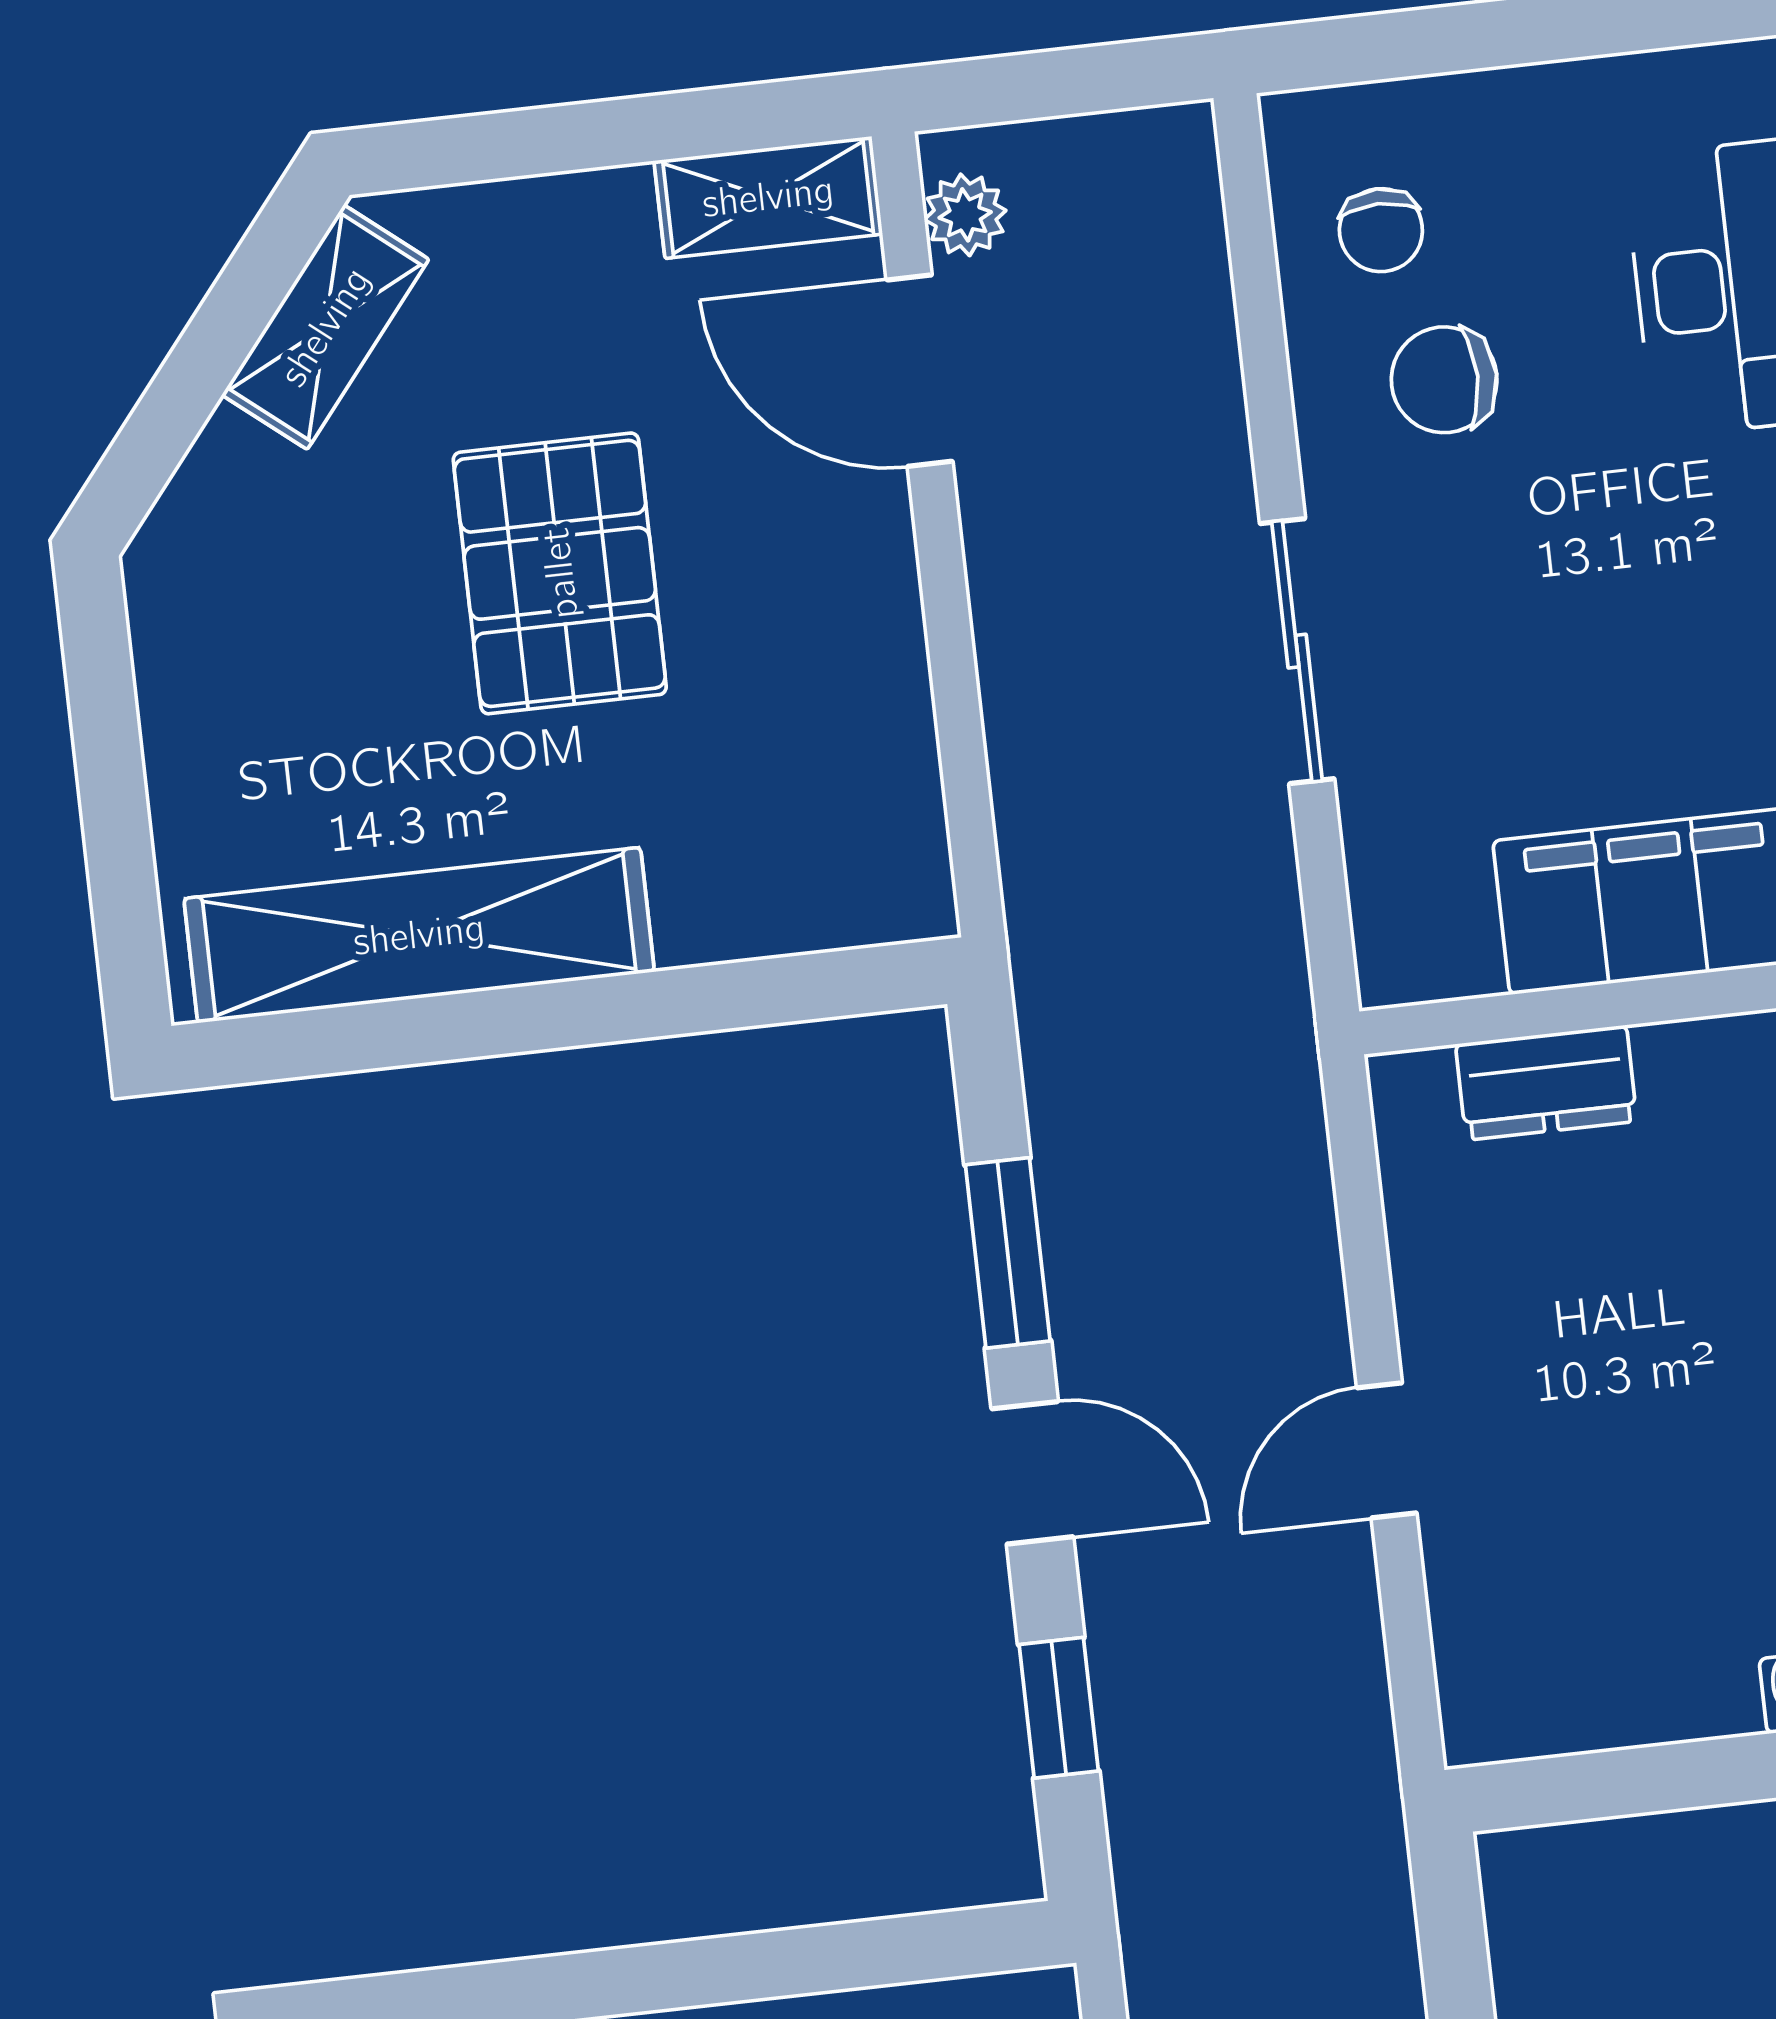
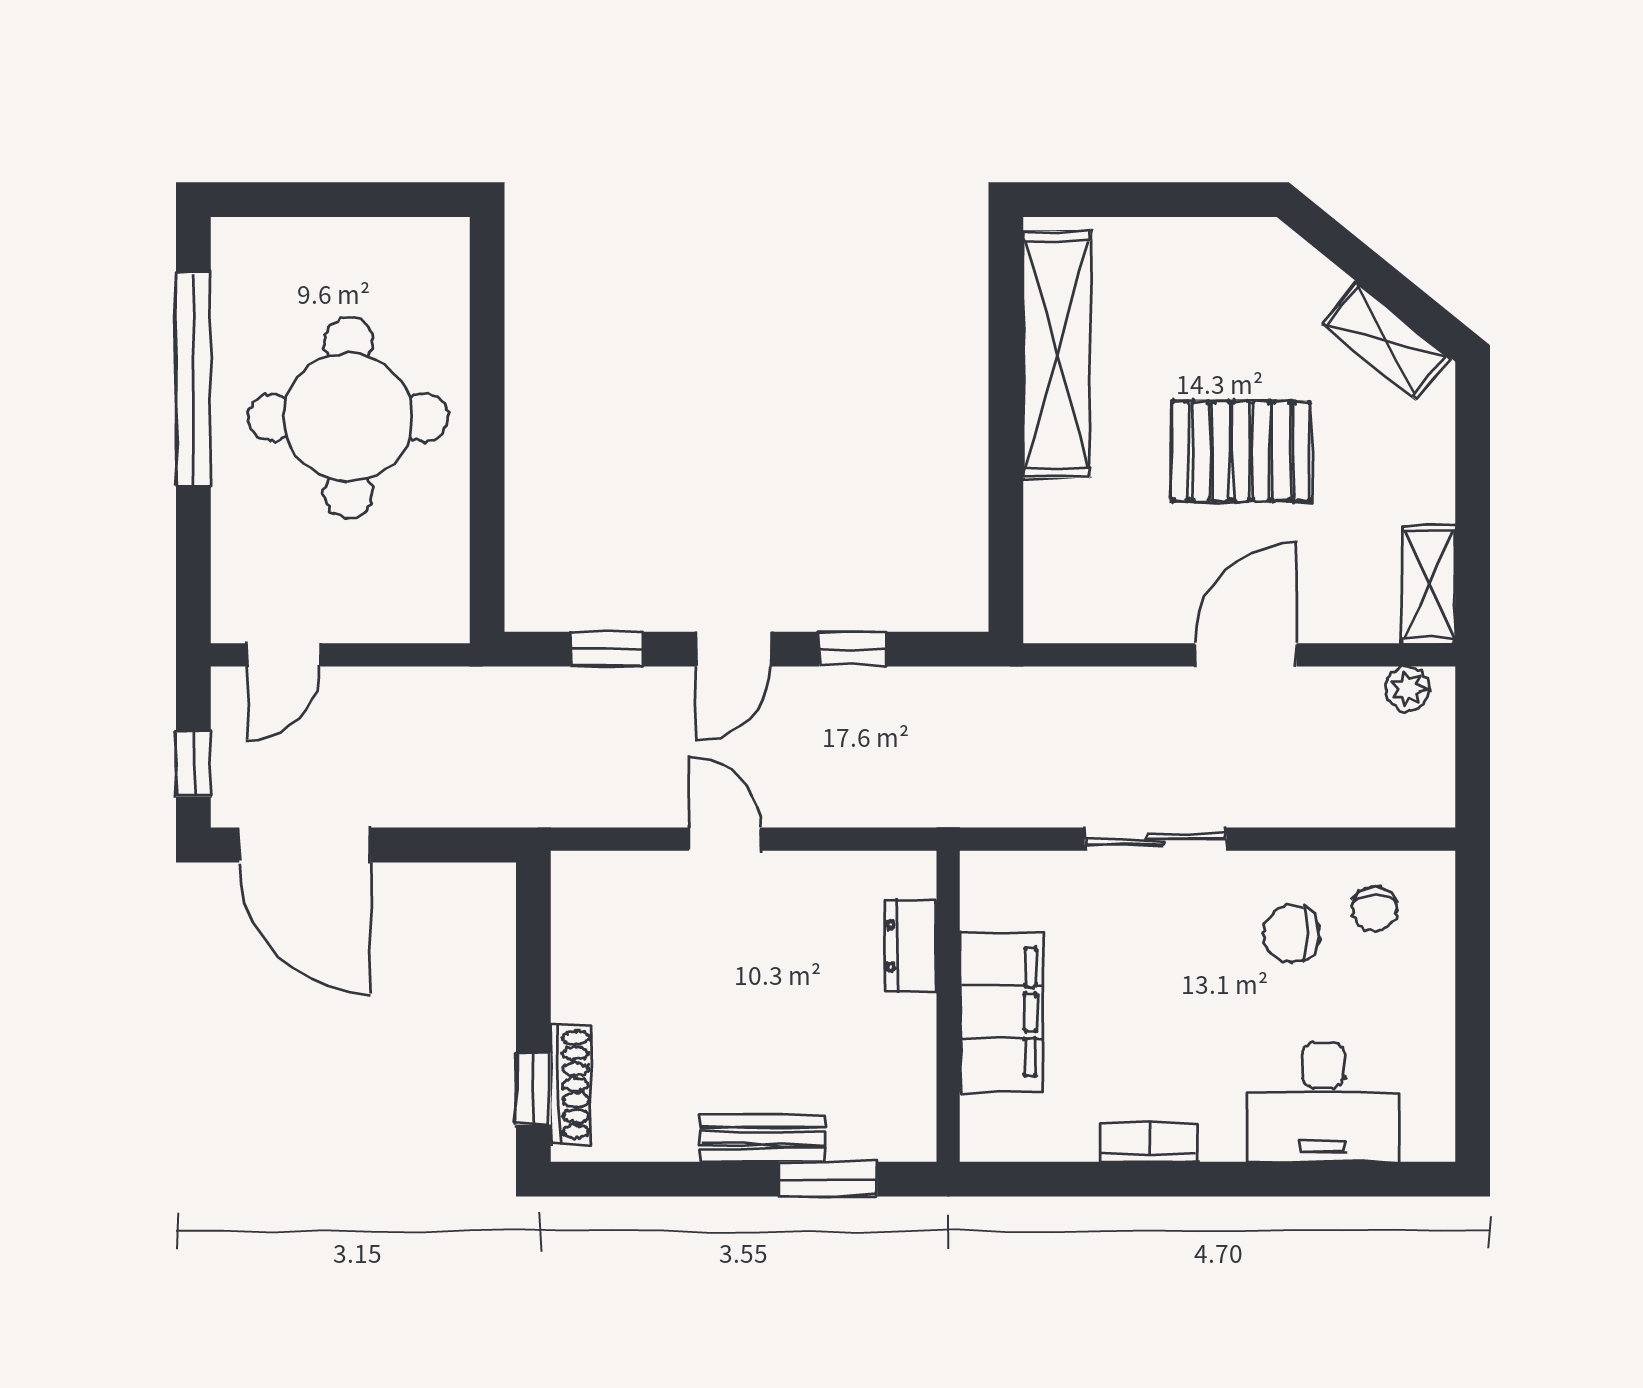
chair: (1381, 230) -> (1375, 909), turned -90
door: (920, 371) -> (1246, 655), moved
chair: (1444, 380) -> (1291, 934), turned -90
window: (1008, 1253) -> (852, 649), width x0.67

